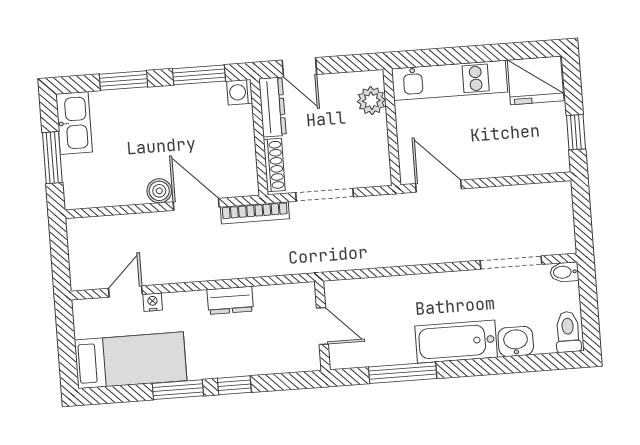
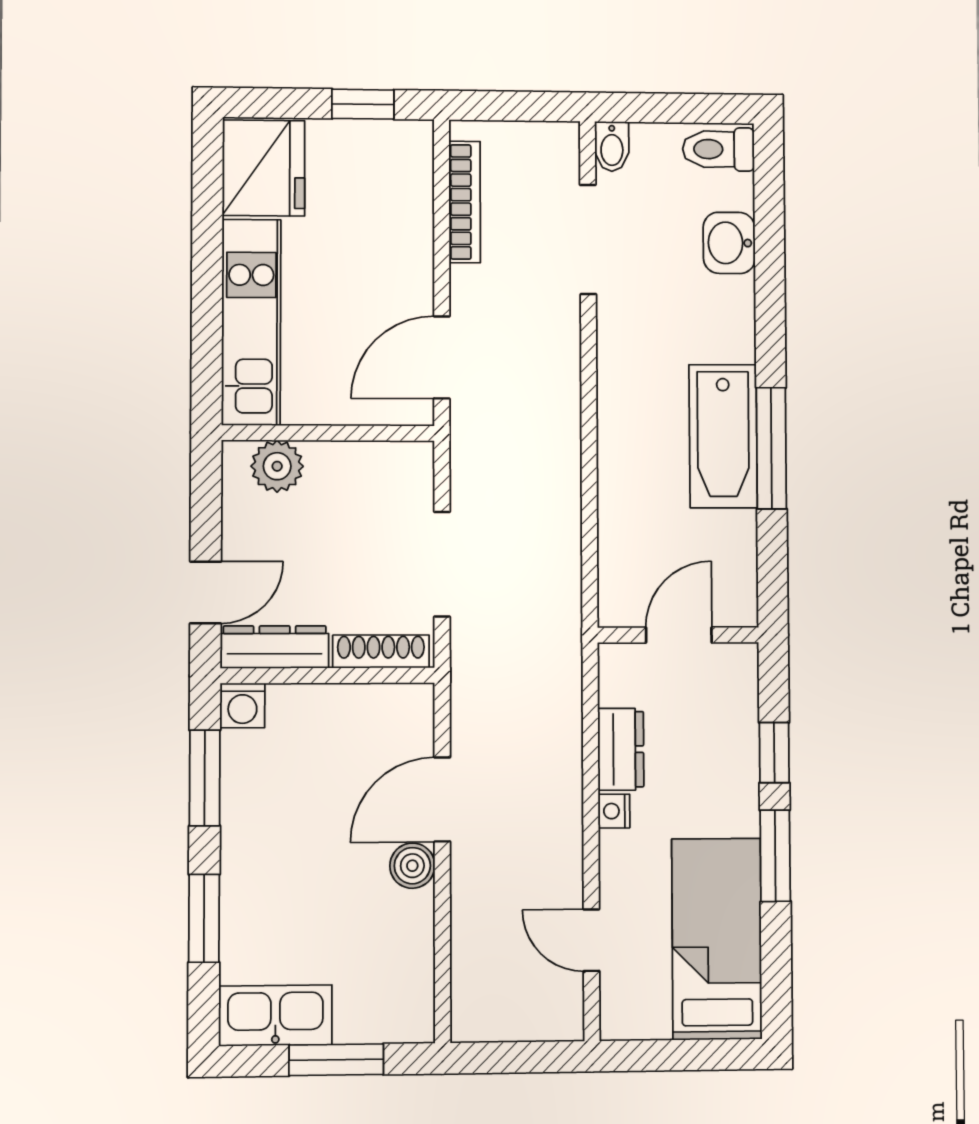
bookcase: (255, 213) -> (465, 202), moved
nightstand: (153, 302) -> (614, 811), moved
door: (322, 326) -> (679, 635), moved
wall: (322, 326) -> (678, 635), moved
bathtub: (456, 342) -> (723, 436), moved

